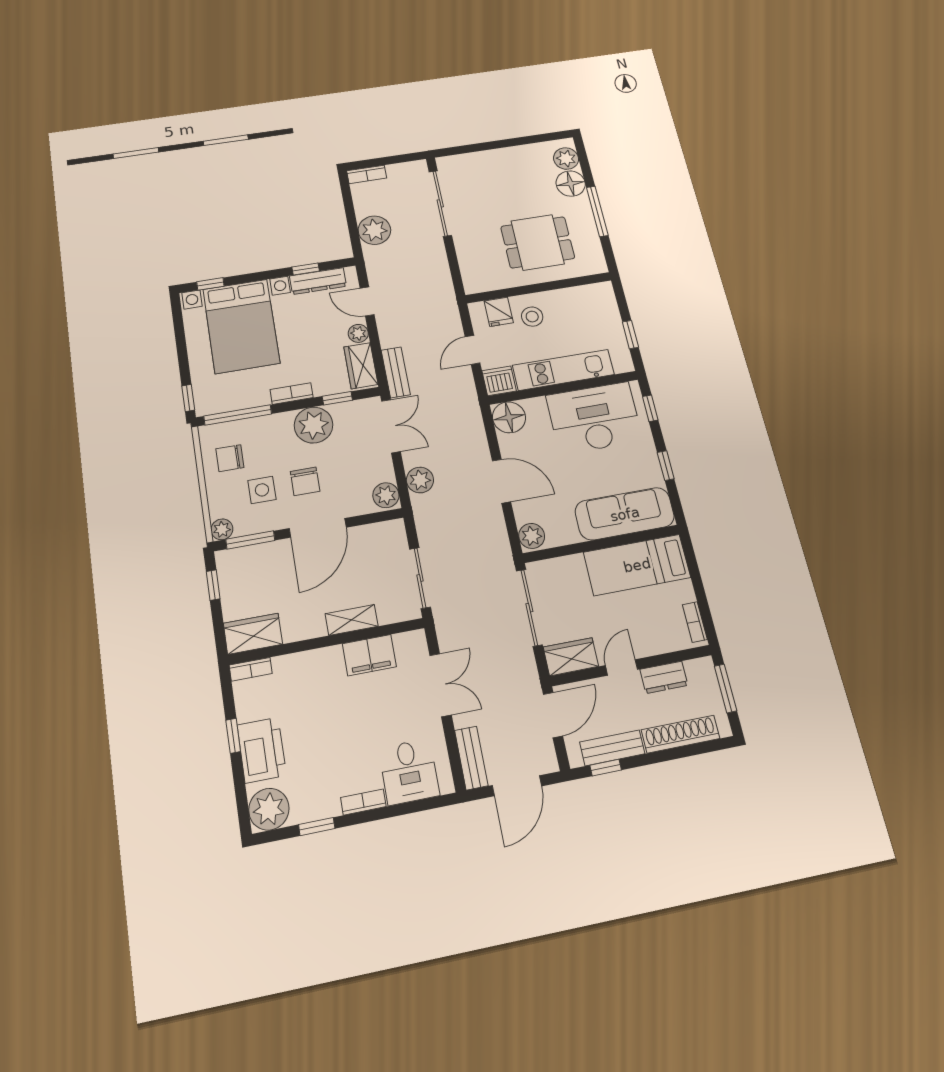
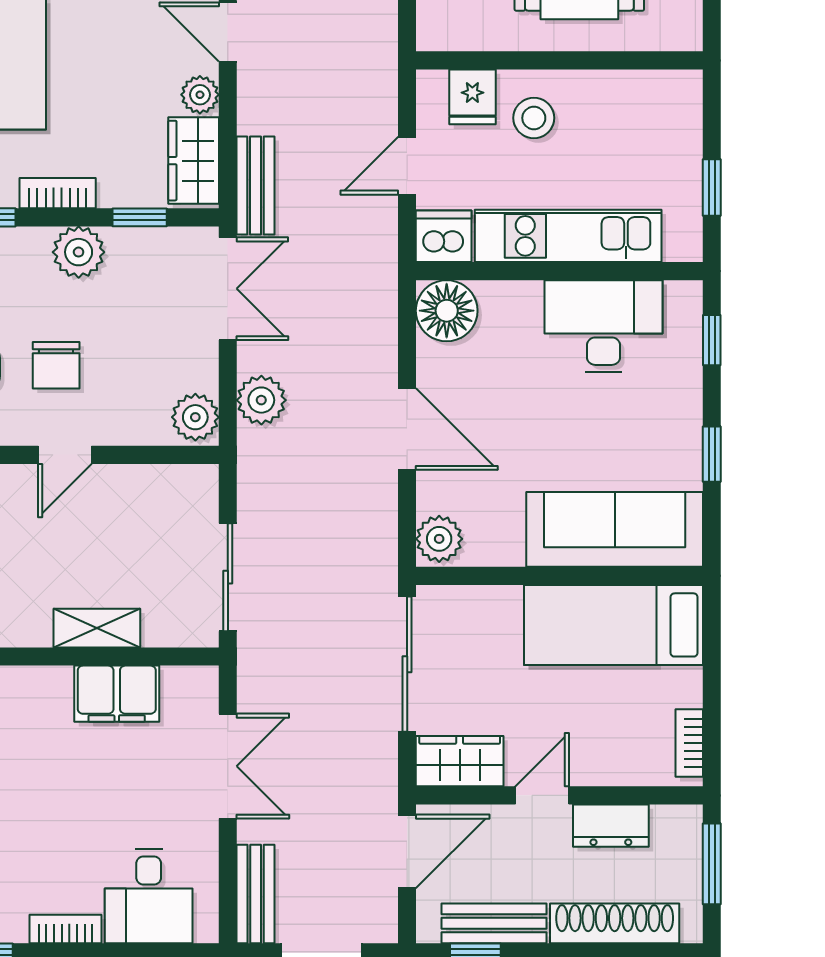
desk: (594, 418) -> (603, 326), width x0.73, depth x0.77
plant: (313, 425) -> (79, 252), width x0.73, depth x0.73
door: (318, 528) -> (65, 455), width x0.53

